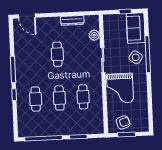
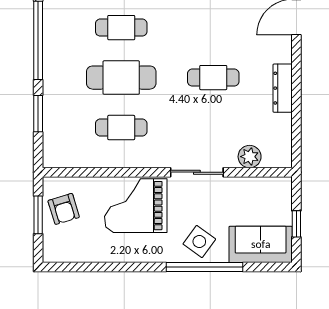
dresser: (72, 20) -> (283, 88), moved
cafe table: (59, 98) -> (121, 78), width x1.37, depth x1.35

